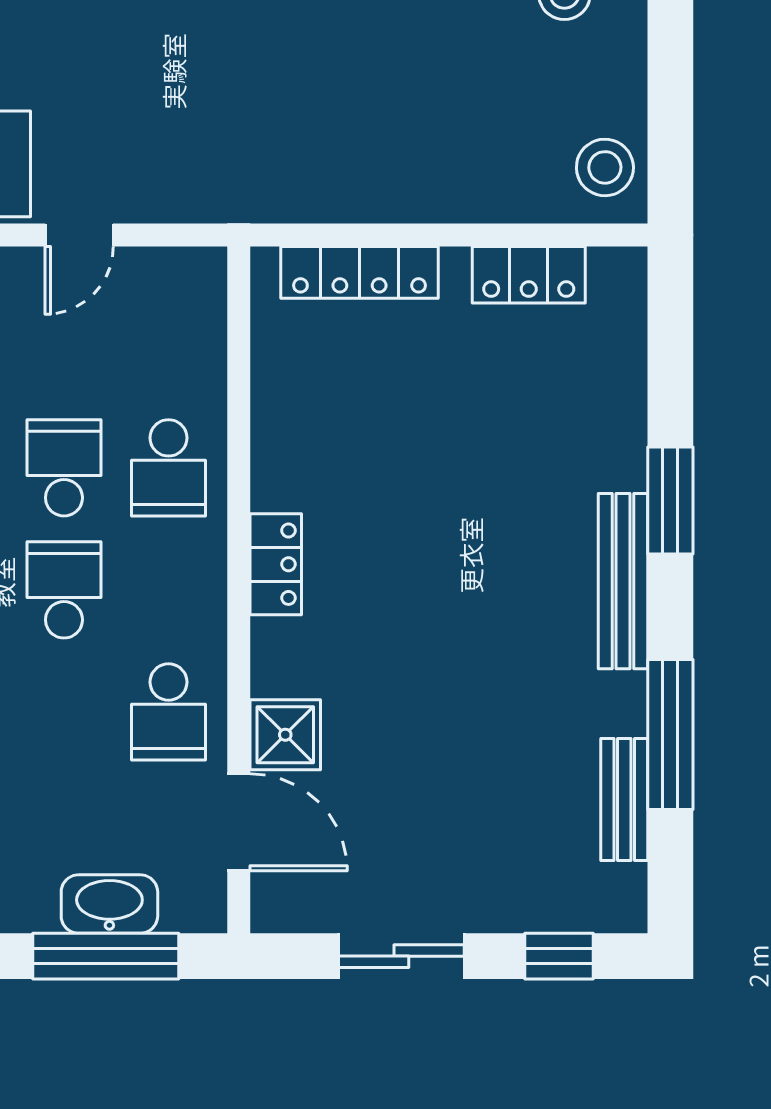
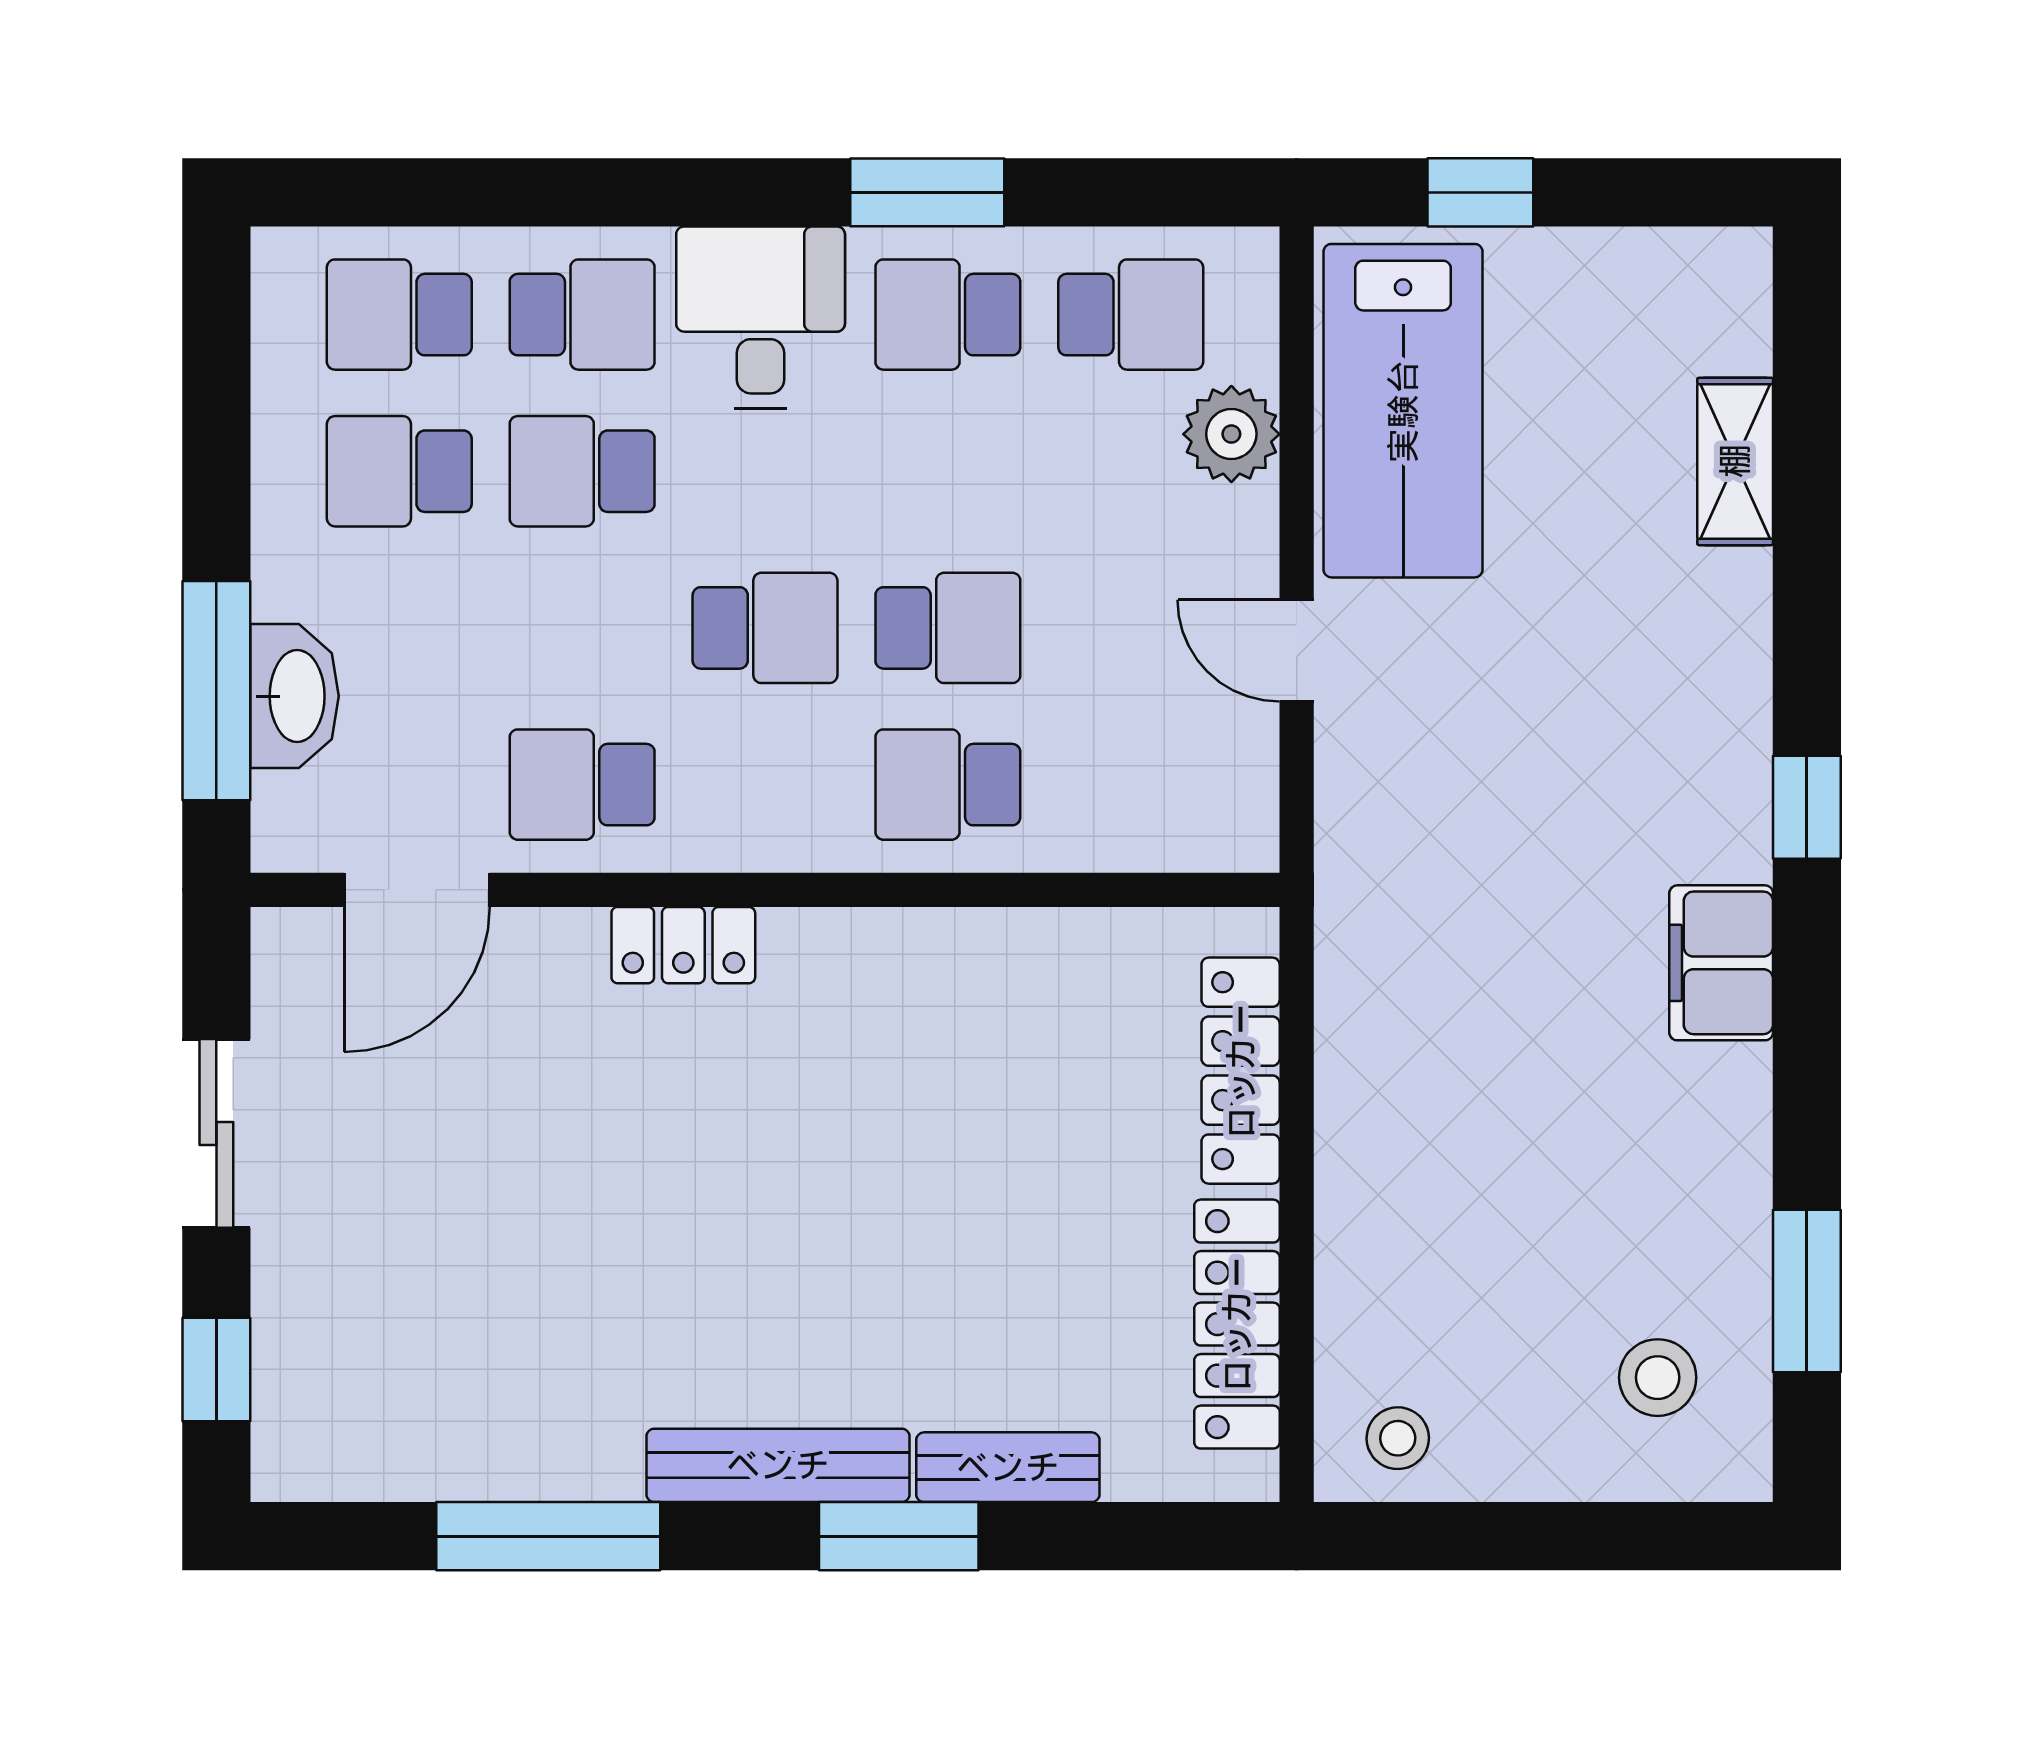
stool: (605, 167) -> (1398, 1438), width x0.73, depth x0.73
locker: (529, 275) -> (1237, 1324), width x1.53
locker: (276, 564) -> (683, 945), moved
shower: (285, 735) -> (548, 959), removed
bench: (624, 800) -> (1008, 1467), moved

